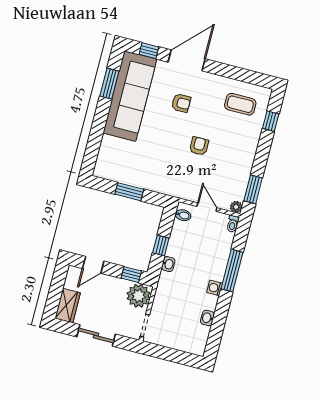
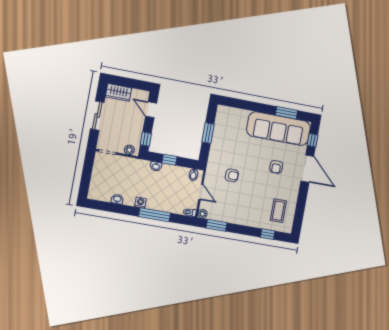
armchair: (199, 146) -> (232, 175), moved
door: (207, 207) -> (201, 192), hinge flipped
plant: (139, 296) -> (129, 150), width x0.53, depth x0.53

